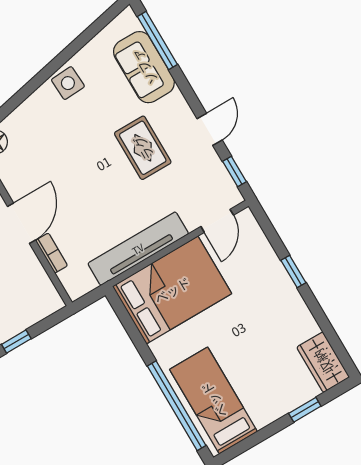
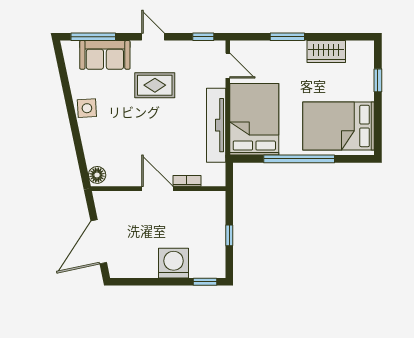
door: (210, 129) -> (153, 37), moved
window: (293, 271) -> (287, 37), width x1.50
wardrobe: (323, 362) -> (326, 52), moved
bed: (214, 400) -> (339, 126), width x1.50
window: (177, 406) -> (299, 159), moved

